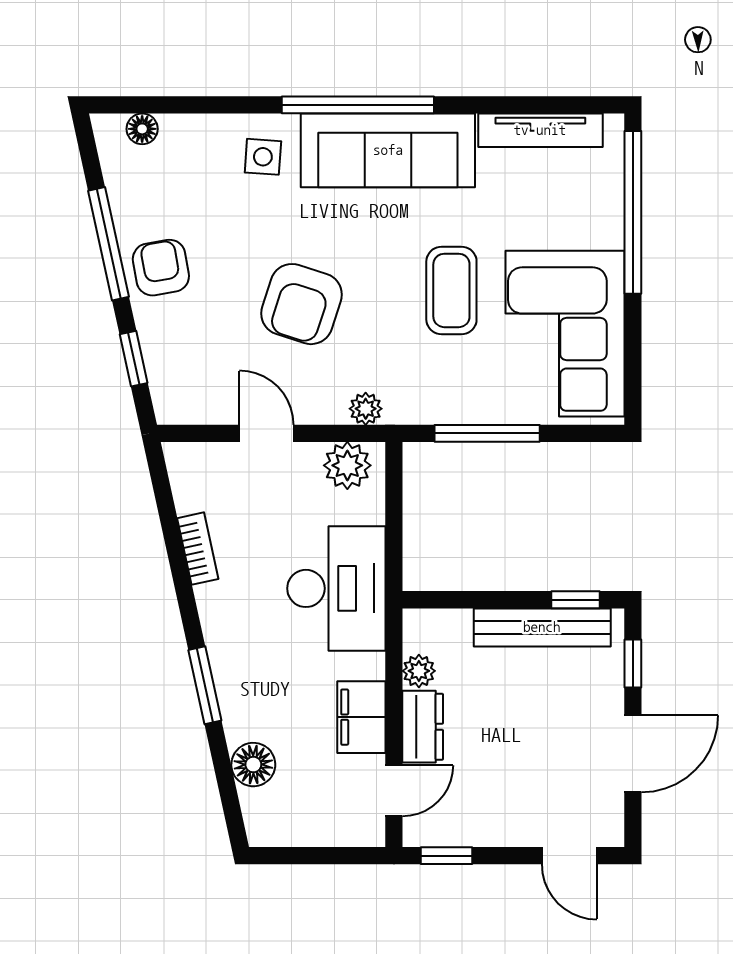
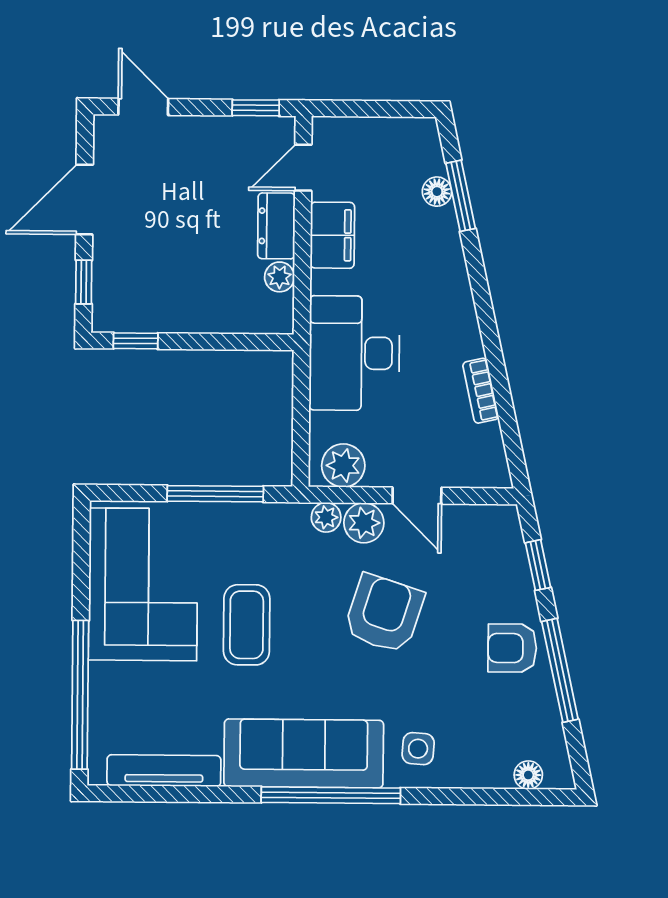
armchair: (161, 268) -> (512, 648), turned 100
plant: (324, 403) -> (364, 523), added
bench: (542, 627) -> (166, 316), removed
window: (205, 685) -> (461, 196), moved
floor lamp: (253, 765) -> (437, 192), width x0.73, depth x0.73

